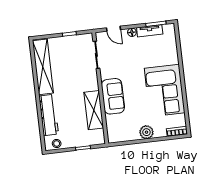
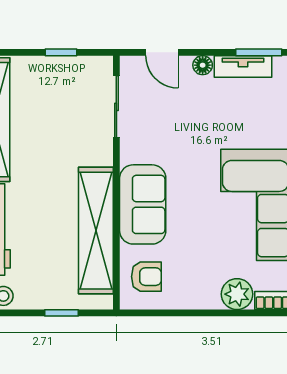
shelving: (94, 110) -> (96, 231), width x1.47
armchair: (118, 128) -> (146, 277), added
plant: (146, 132) -> (237, 294), moved

